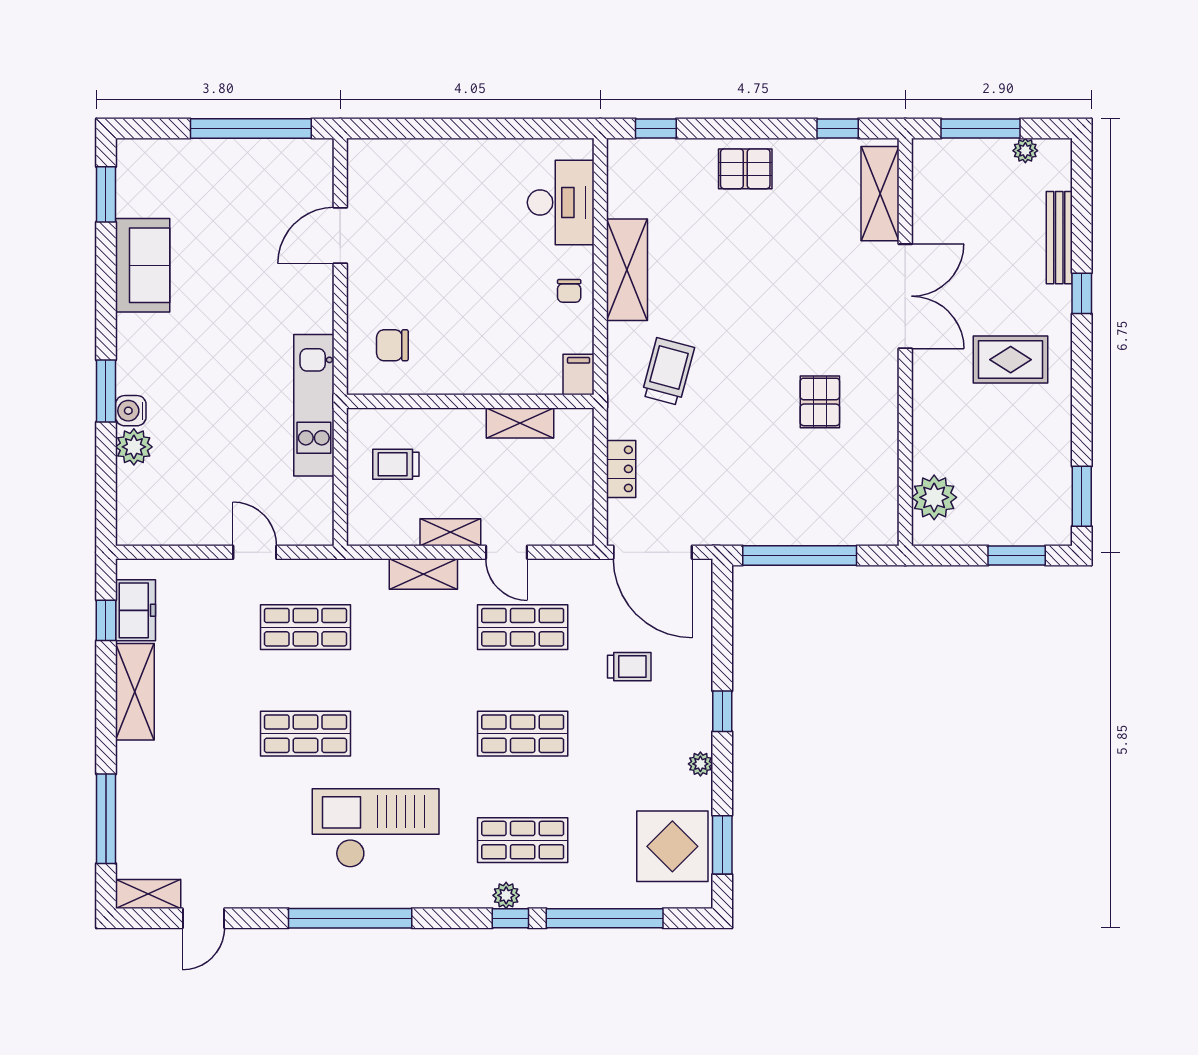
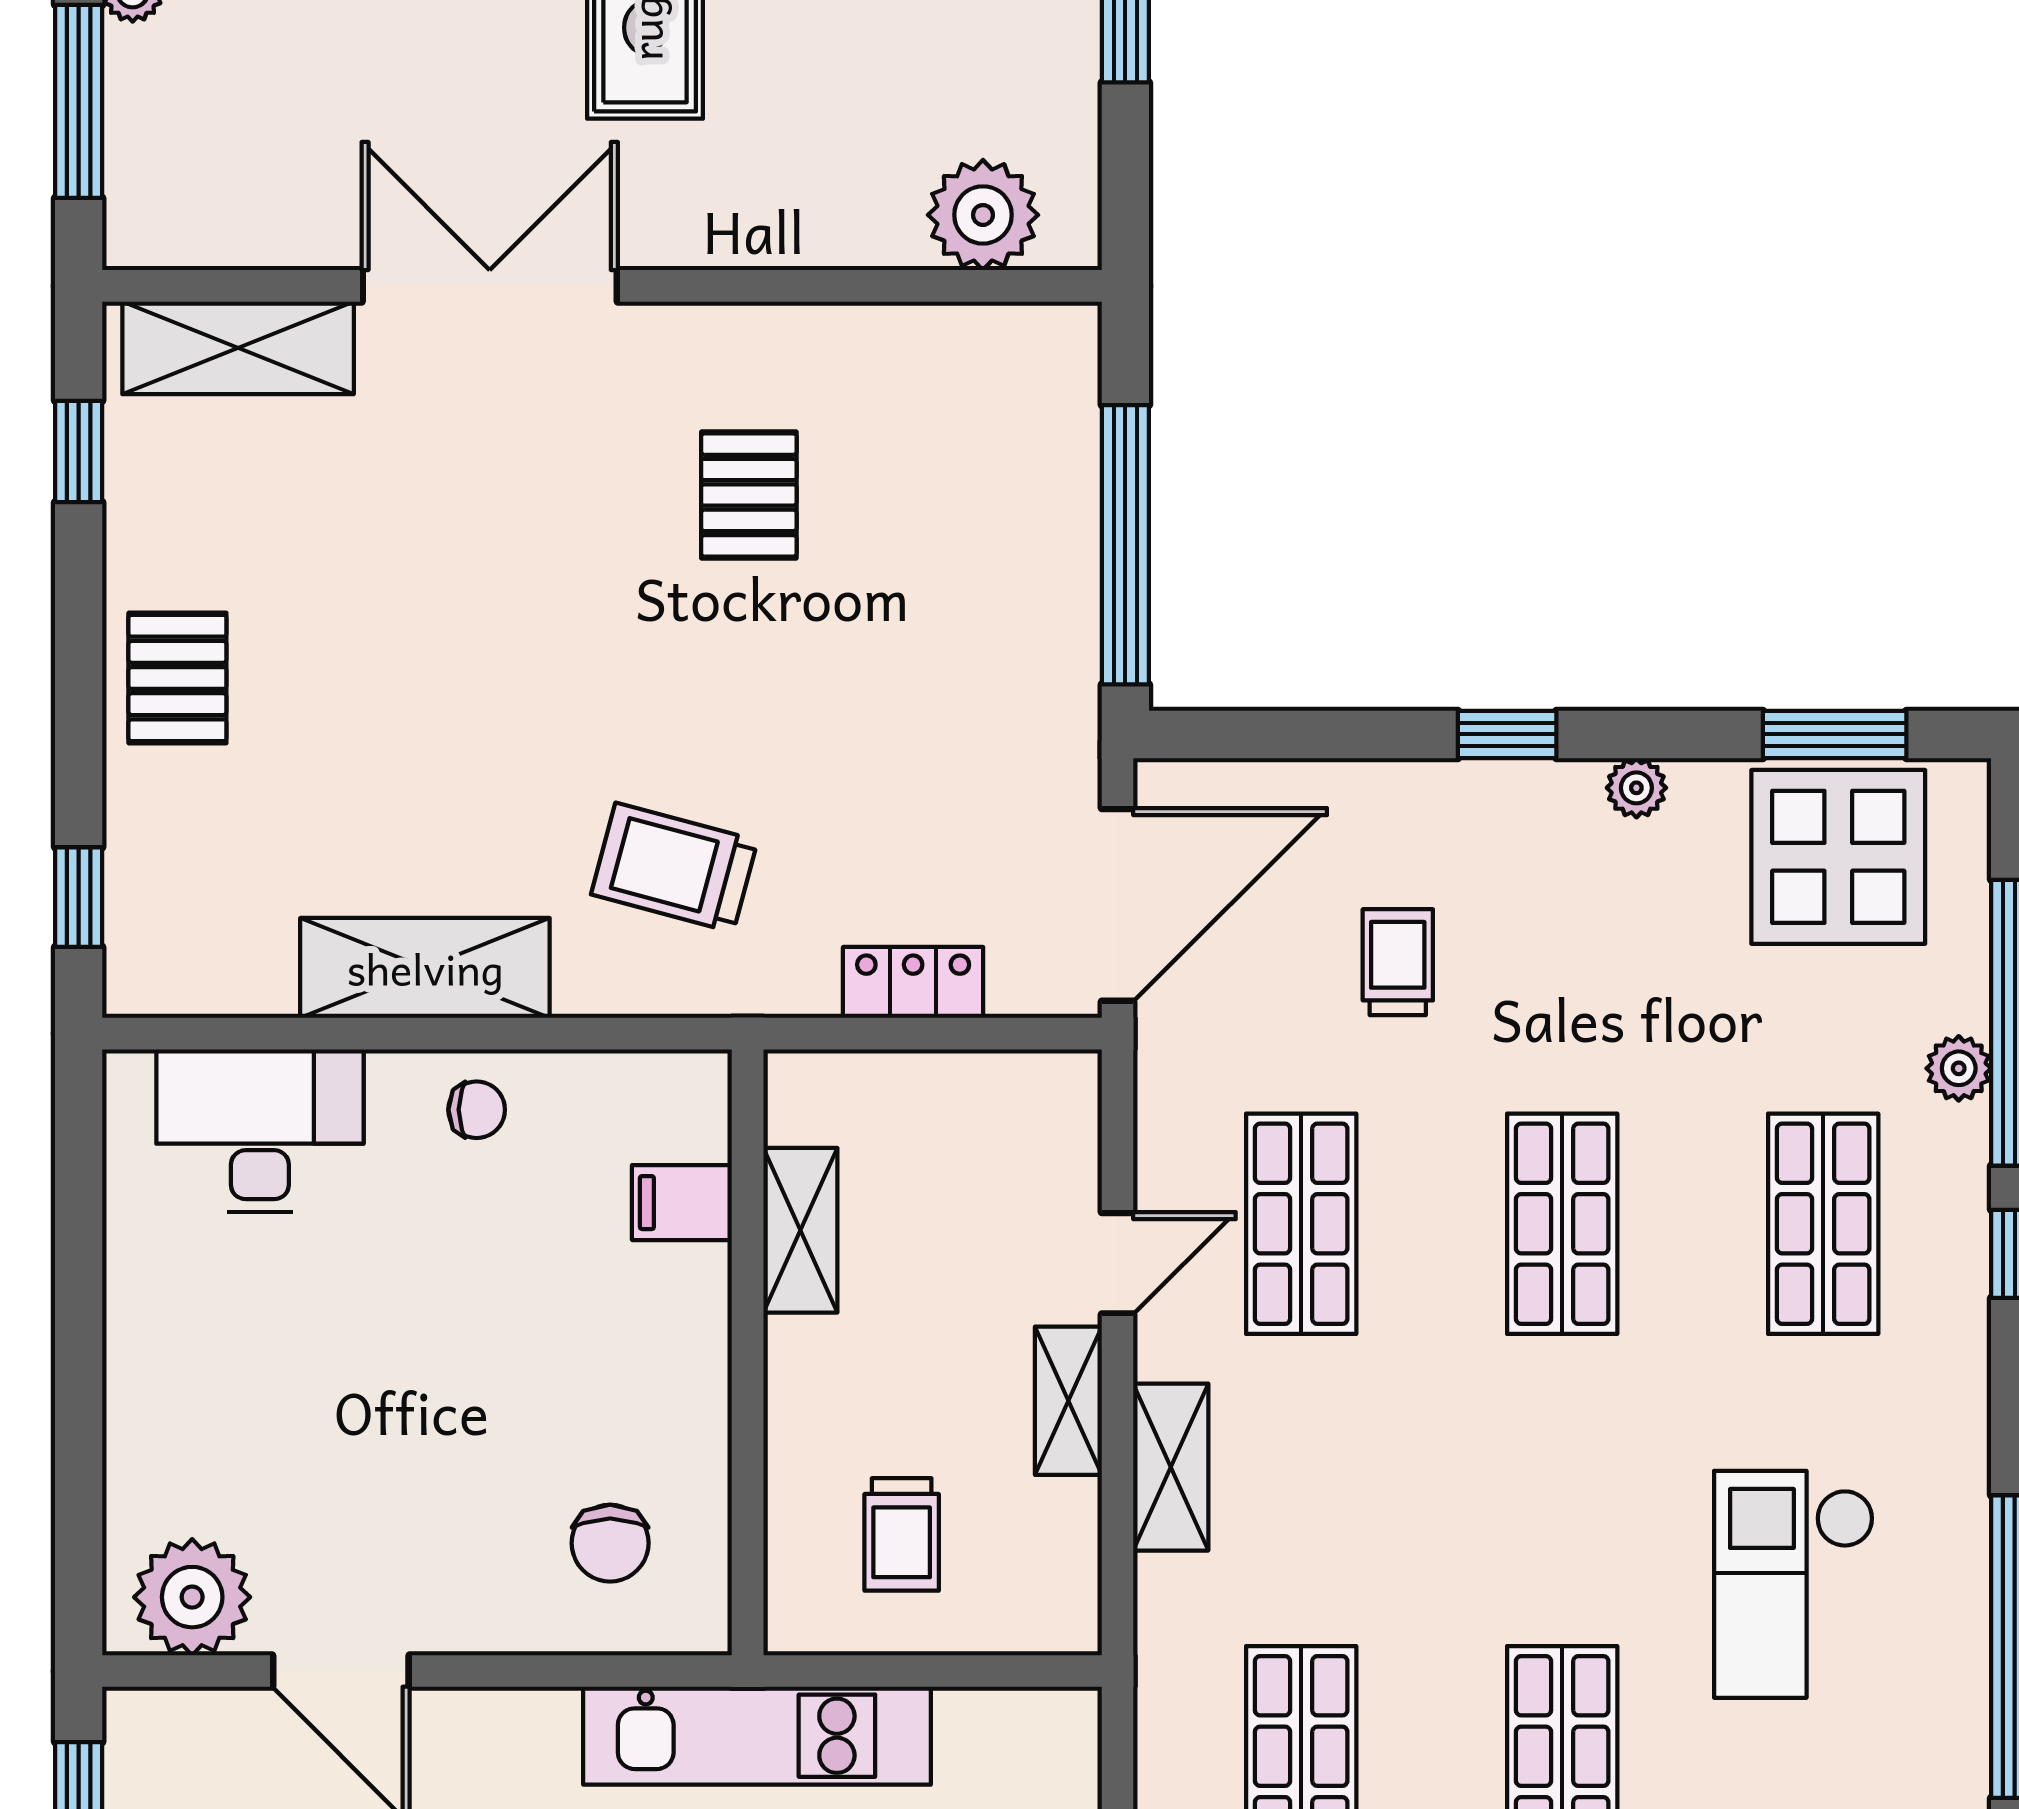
plant: (370, 175) -> (192, 1597), added
filing cabinet: (579, 375) -> (682, 1203), moved
pallet: (820, 402) -> (749, 495), turned 90
checkout: (376, 828) -> (1794, 1584), width x0.73, depth x0.83
plant: (506, 895) -> (1959, 1068), moved

